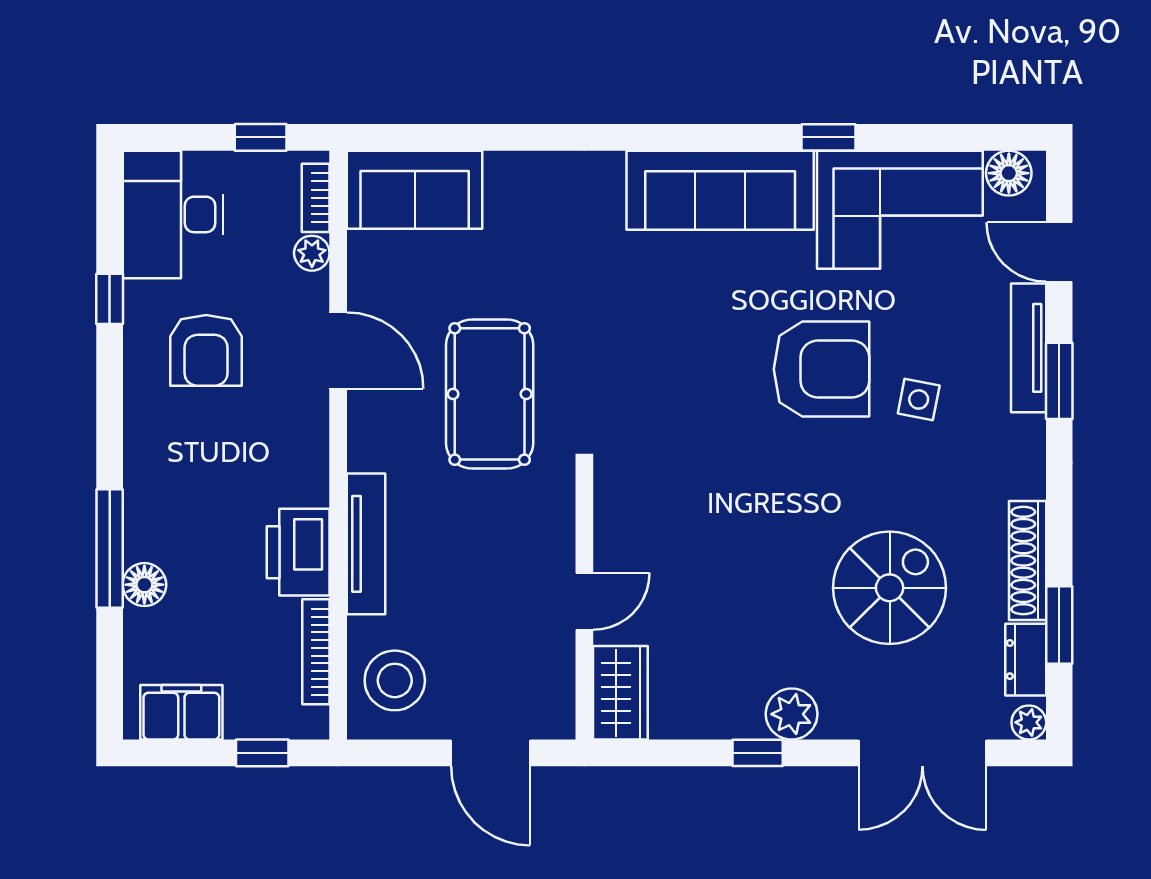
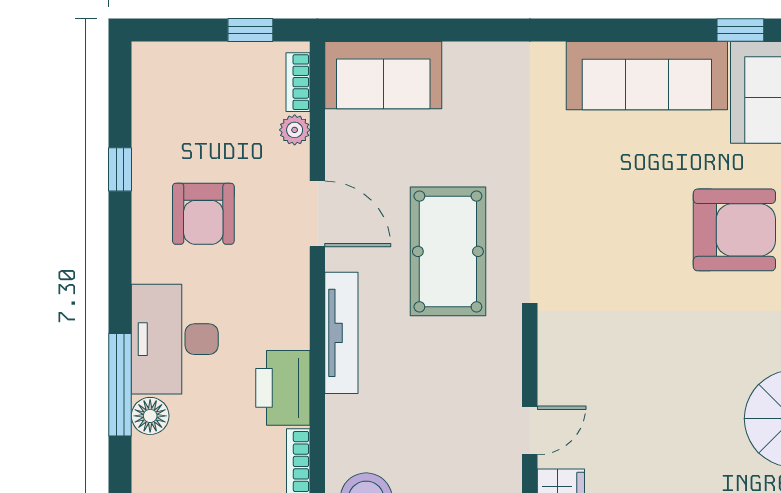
desk: (173, 214) -> (175, 339), moved
tv unit: (366, 544) -> (341, 333), moved

